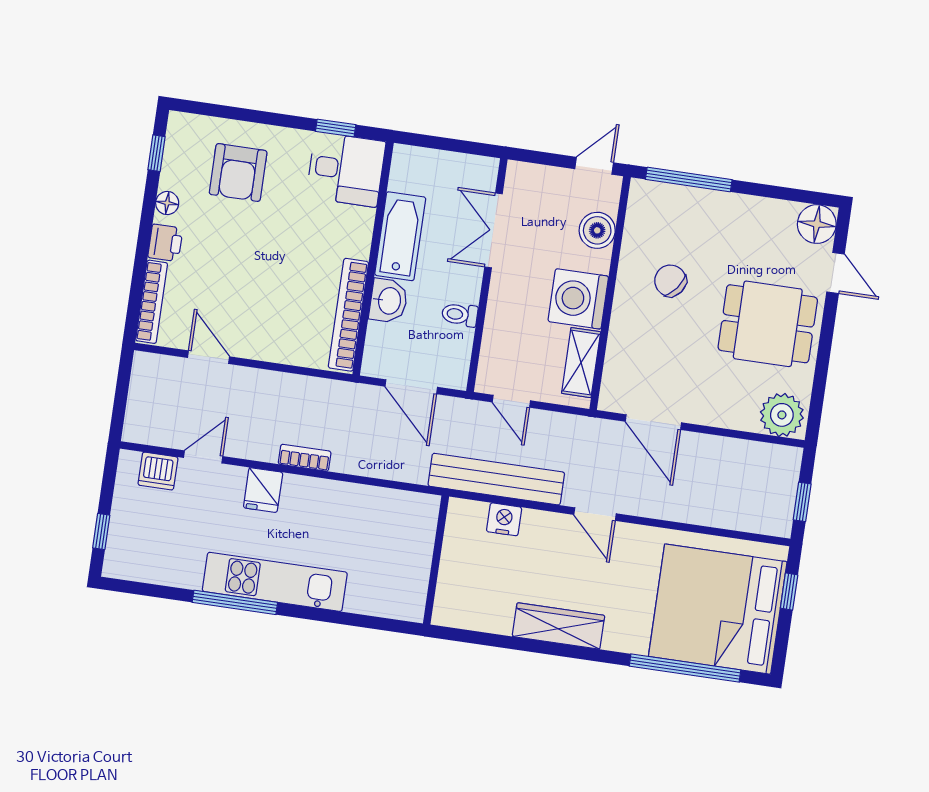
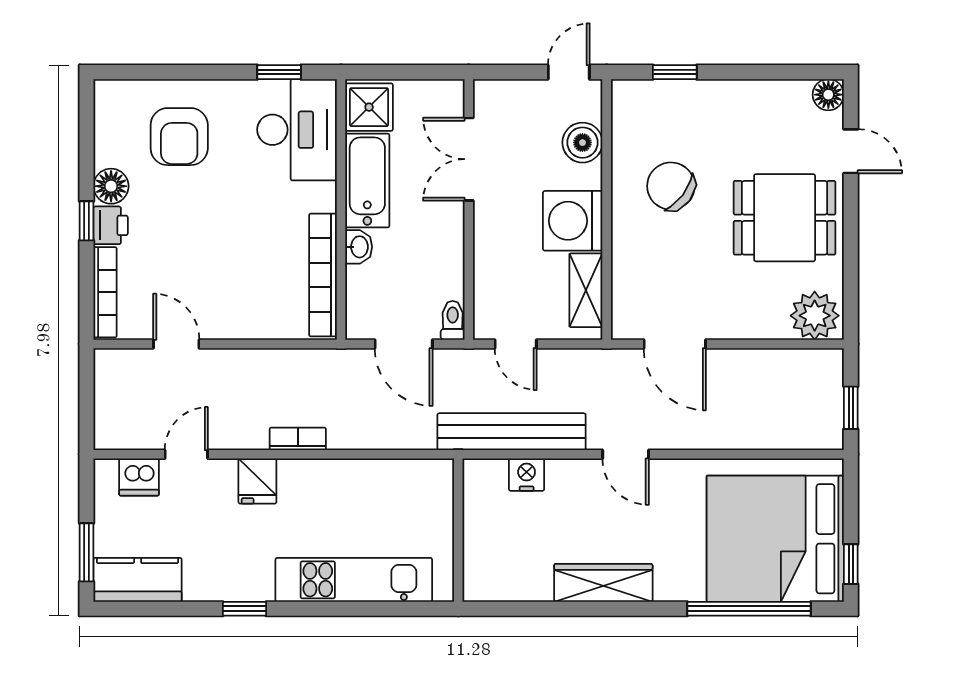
window: (156, 153) -> (87, 221), moved
desk: (346, 169) -> (297, 130), width x1.37
shower: (411, 171) -> (369, 107), added
window: (689, 180) -> (675, 72), width x0.46
floor lamp: (167, 203) -> (111, 186), width x1.37, depth x1.37
floor lamp: (817, 224) -> (828, 95), width x0.73, depth x0.73
chair: (670, 281) -> (671, 186), width x1.37, depth x1.37
washbasin: (388, 301) -> (359, 247), width x0.72, depth x0.69
toilet: (460, 315) -> (453, 320), moved, turned 90
window: (101, 531) -> (87, 552), width x1.50
kitchen counter: (143, 563) -> (138, 580), added
kitchen unit: (275, 582) -> (354, 580), moved
window: (789, 591) -> (851, 564), moved
window: (235, 602) -> (245, 609), width x0.46

